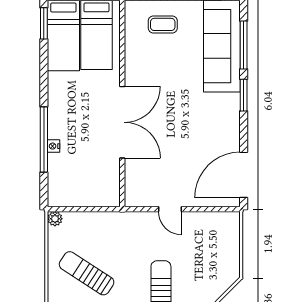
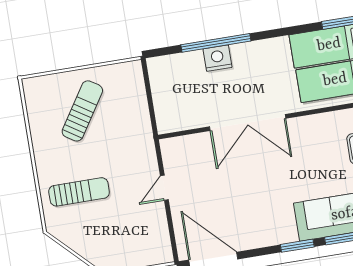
nightstand: (53, 146) -> (217, 58), width x1.89, depth x1.79
plant: (55, 219) -> (134, 68), removed

